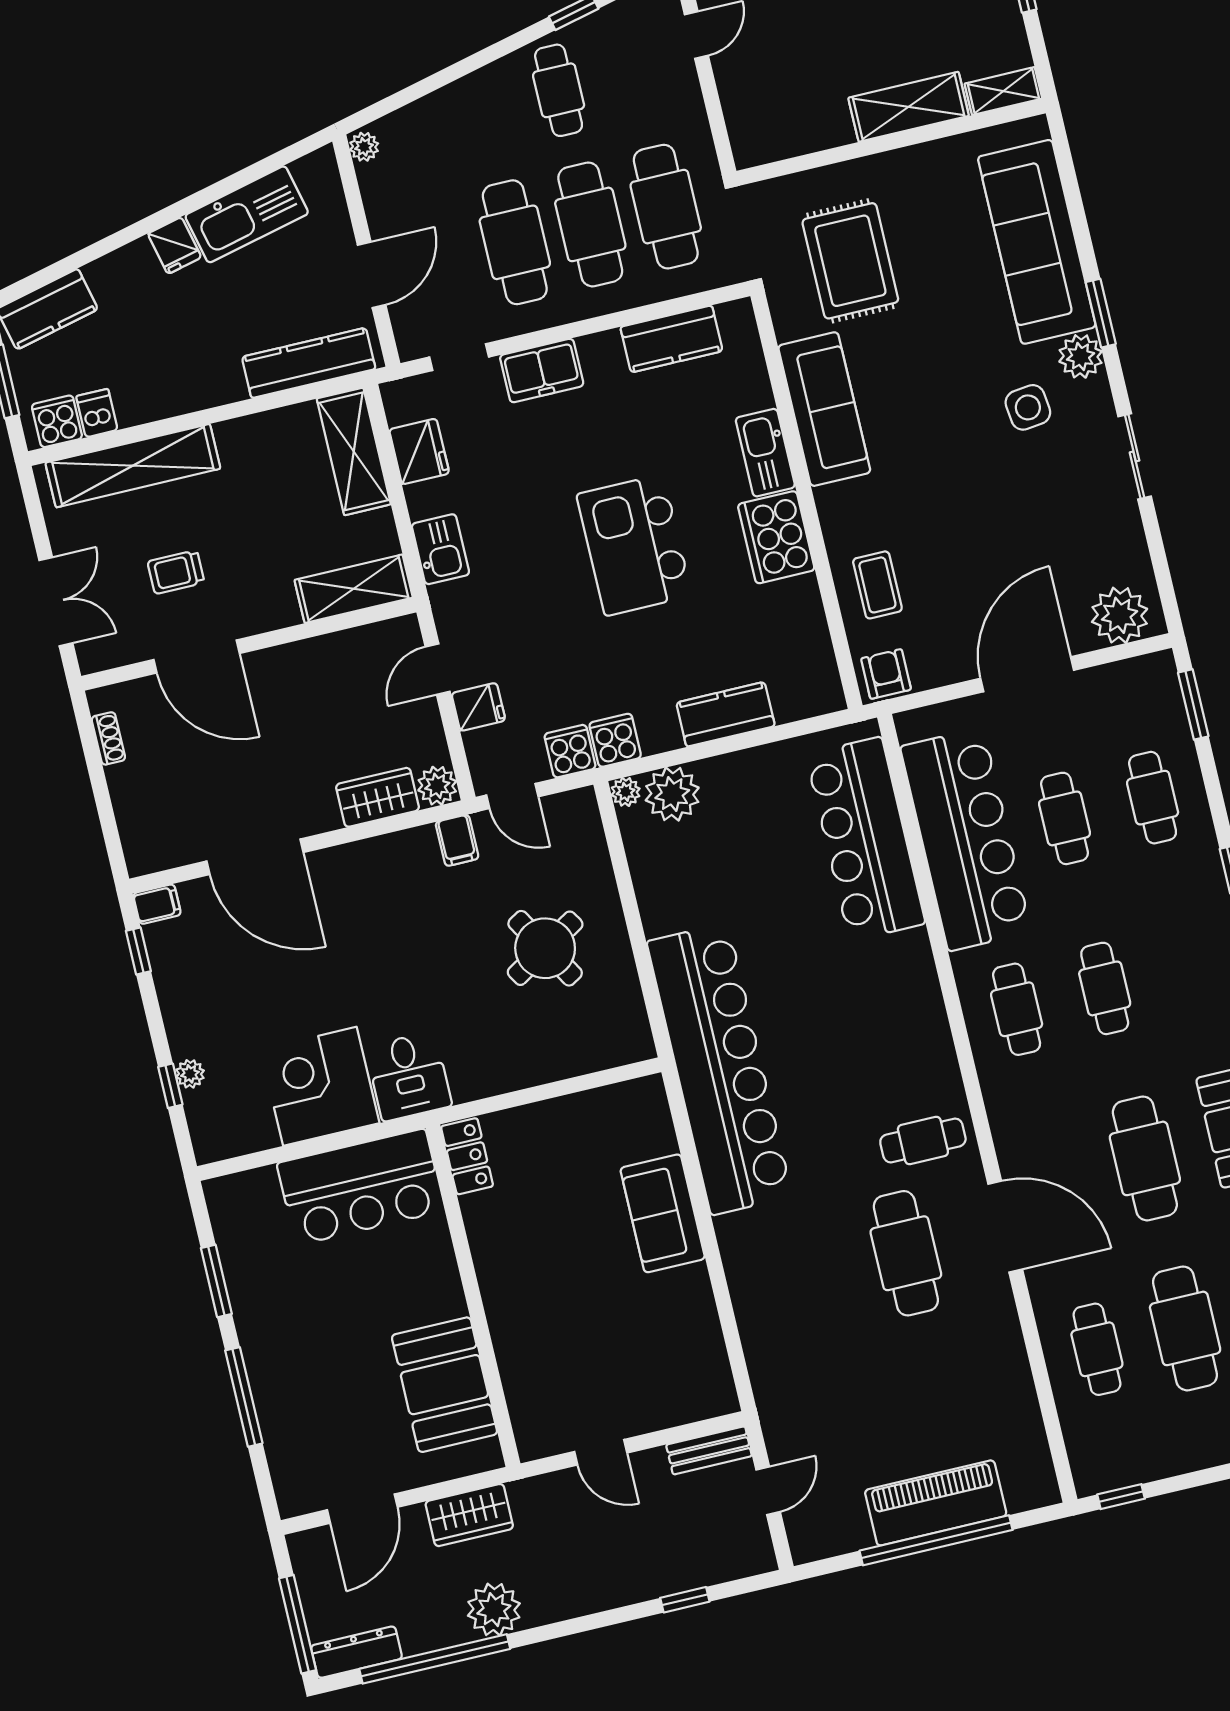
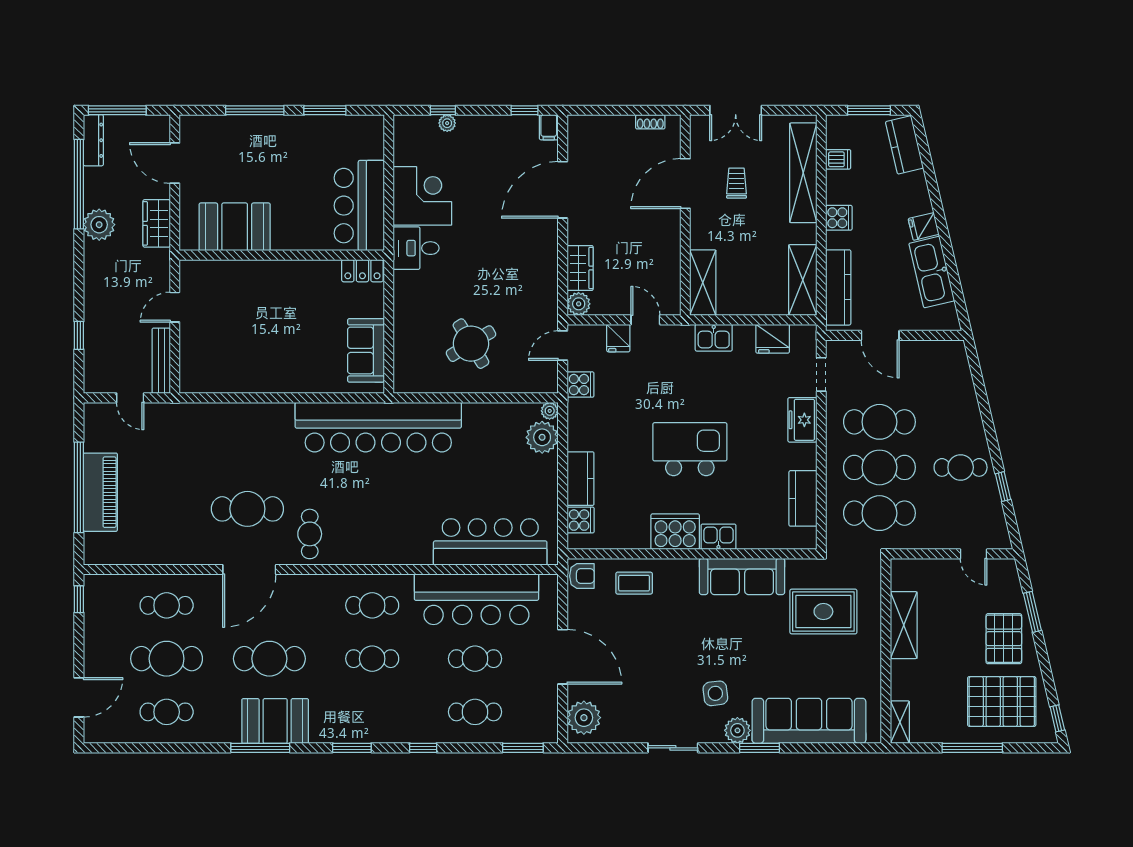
shelving: (909, 107) -> (904, 625), moved
plant: (364, 147) -> (955, 348), removed
cooker: (57, 421) -> (839, 218), moved
shelving: (354, 451) -> (803, 280), moved, turned 90
kitchen sink: (765, 453) -> (718, 537), width x0.73
cooker: (615, 740) -> (581, 520), moved
filing cabinet: (457, 840) -> (545, 308), removed
sofa: (663, 1213) -> (366, 350), moved, turned -90
bench: (709, 1450) -> (161, 361), width x1.36

